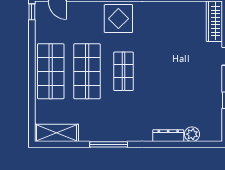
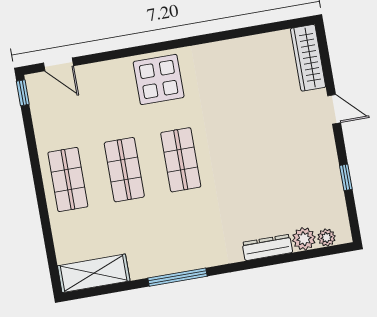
shop shelf: (51, 71) -> (68, 179), width x0.70, depth x0.74
shop shelf: (87, 71) -> (124, 170), width x0.70, depth x0.74
plant: (206, 136) -> (326, 238), added

